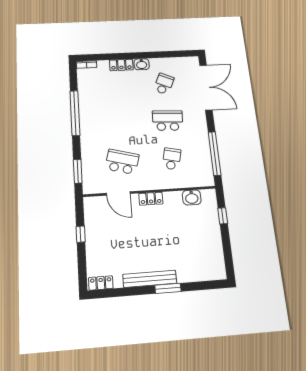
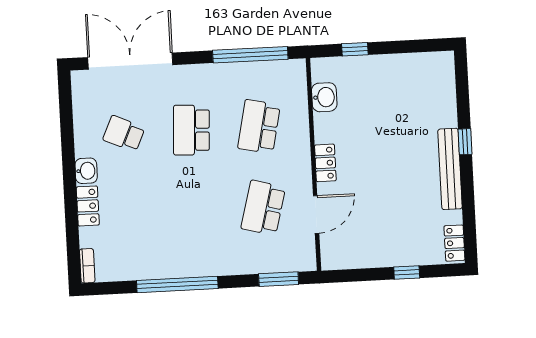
school desk: (172, 159) -> (259, 127), width x1.85
window: (81, 234) -> (407, 272), moved
window: (168, 288) -> (465, 142), width x0.67

